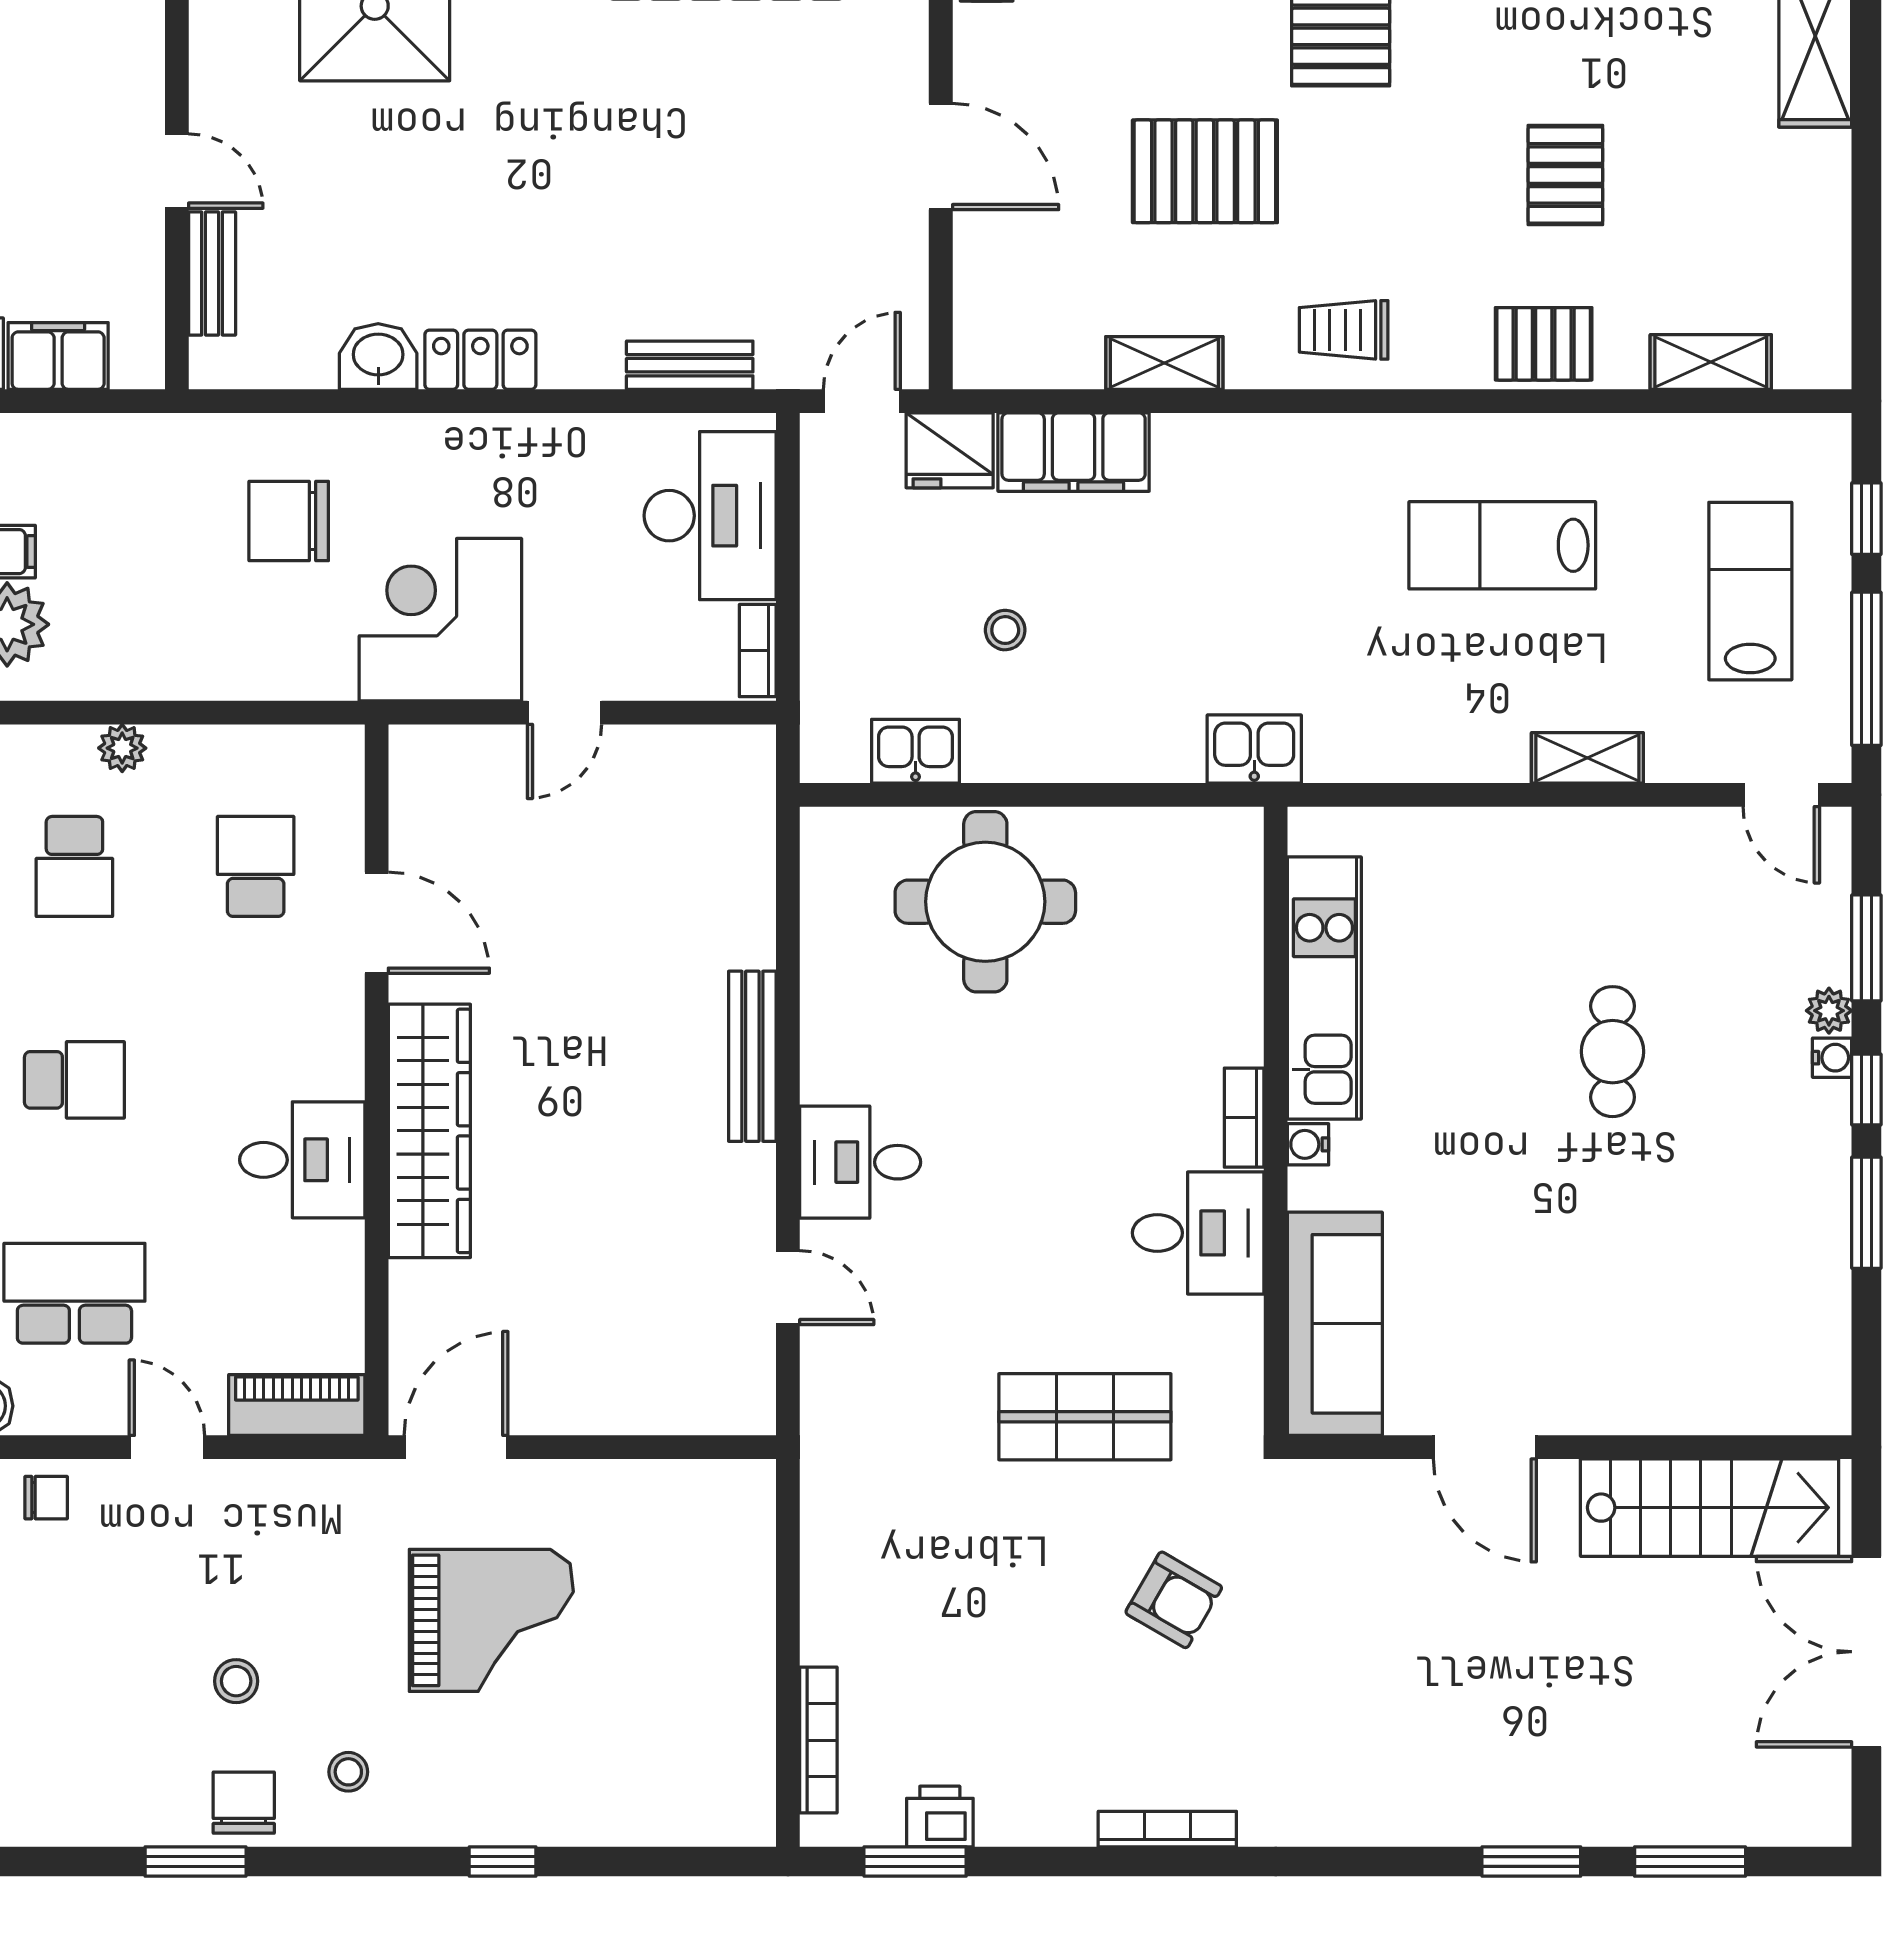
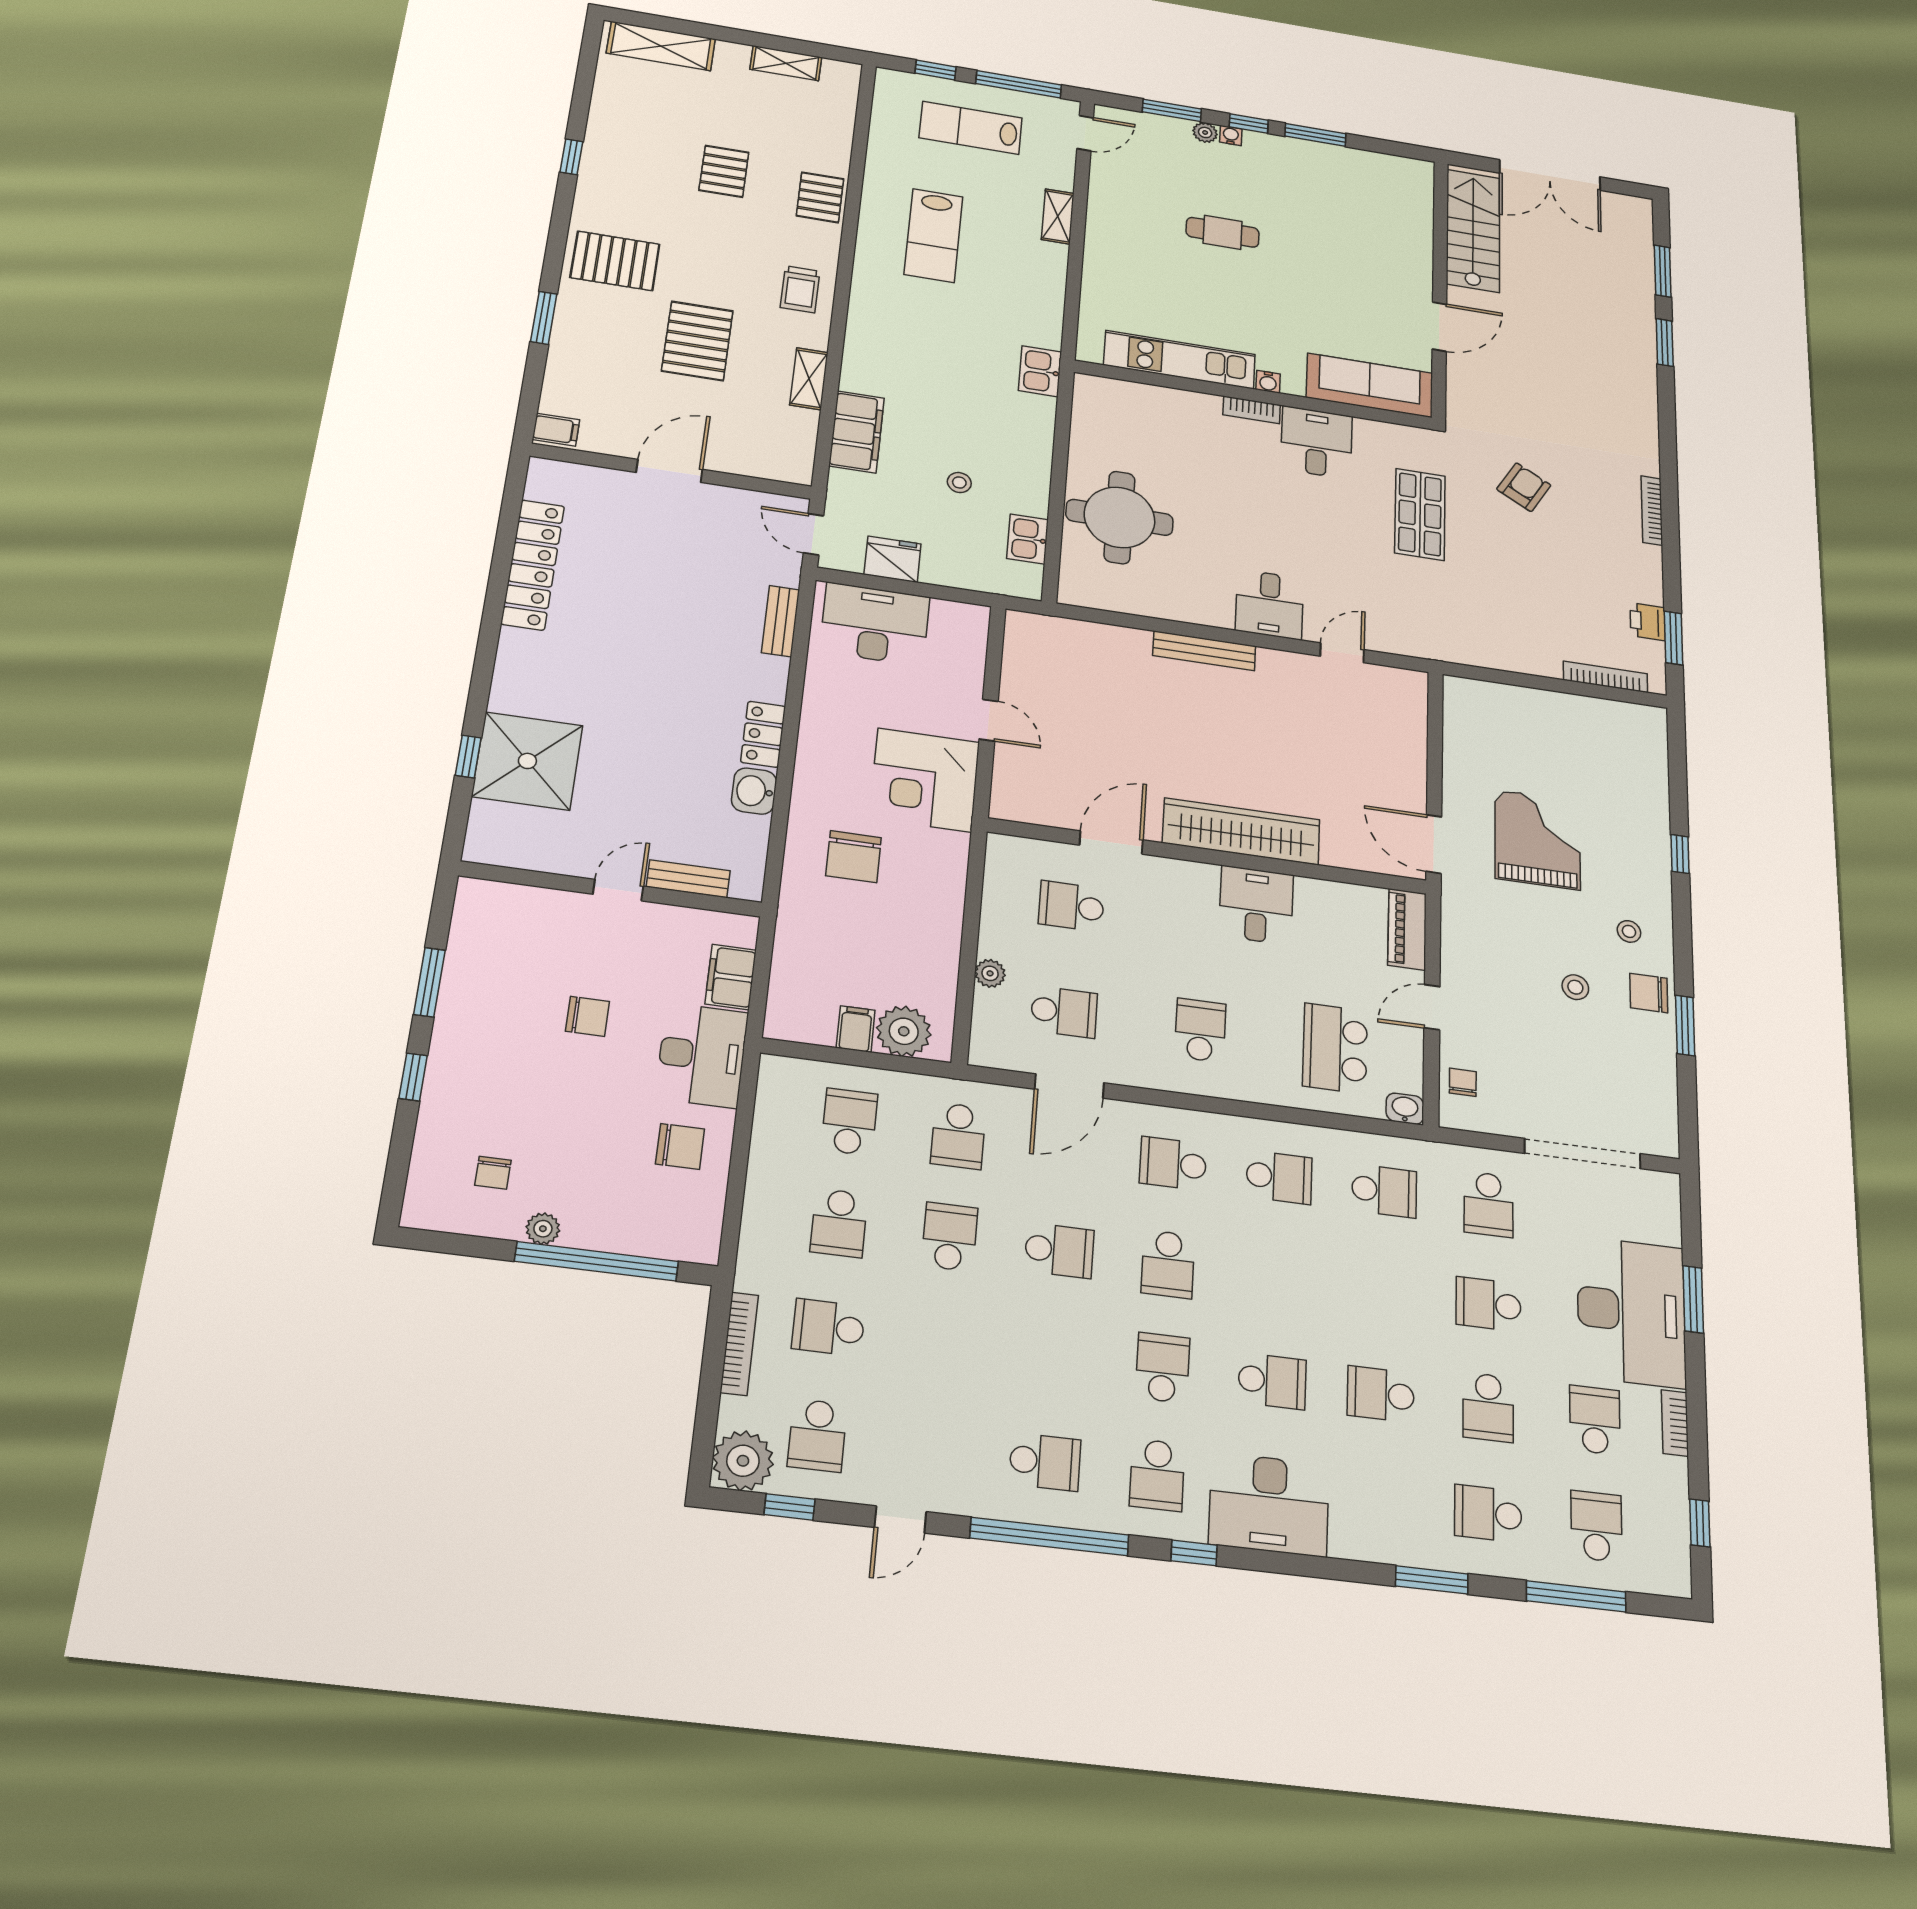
pallet: (1565, 175) -> (724, 171), turned 90
shelving: (1711, 362) -> (786, 63), moved, turned 90
fridge: (950, 450) -> (893, 559), moved, turned -90
bookcase: (758, 651) -> (960, 611), removed

